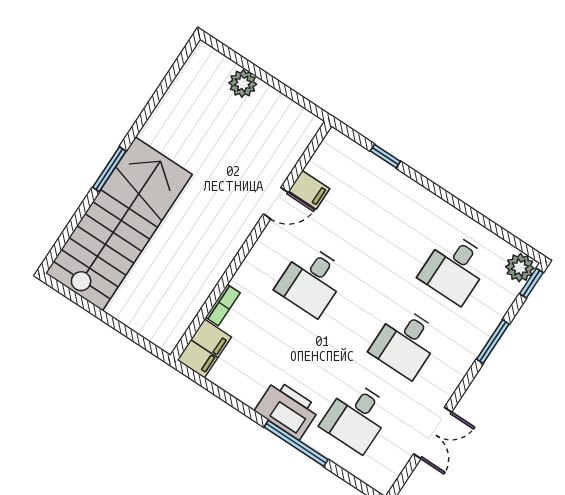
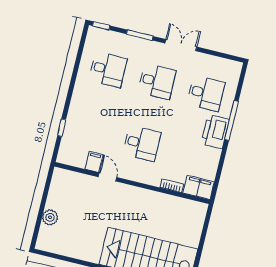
plant: (520, 268) -> (95, 35), removed
double door: (433, 433) -> (181, 45), moved

